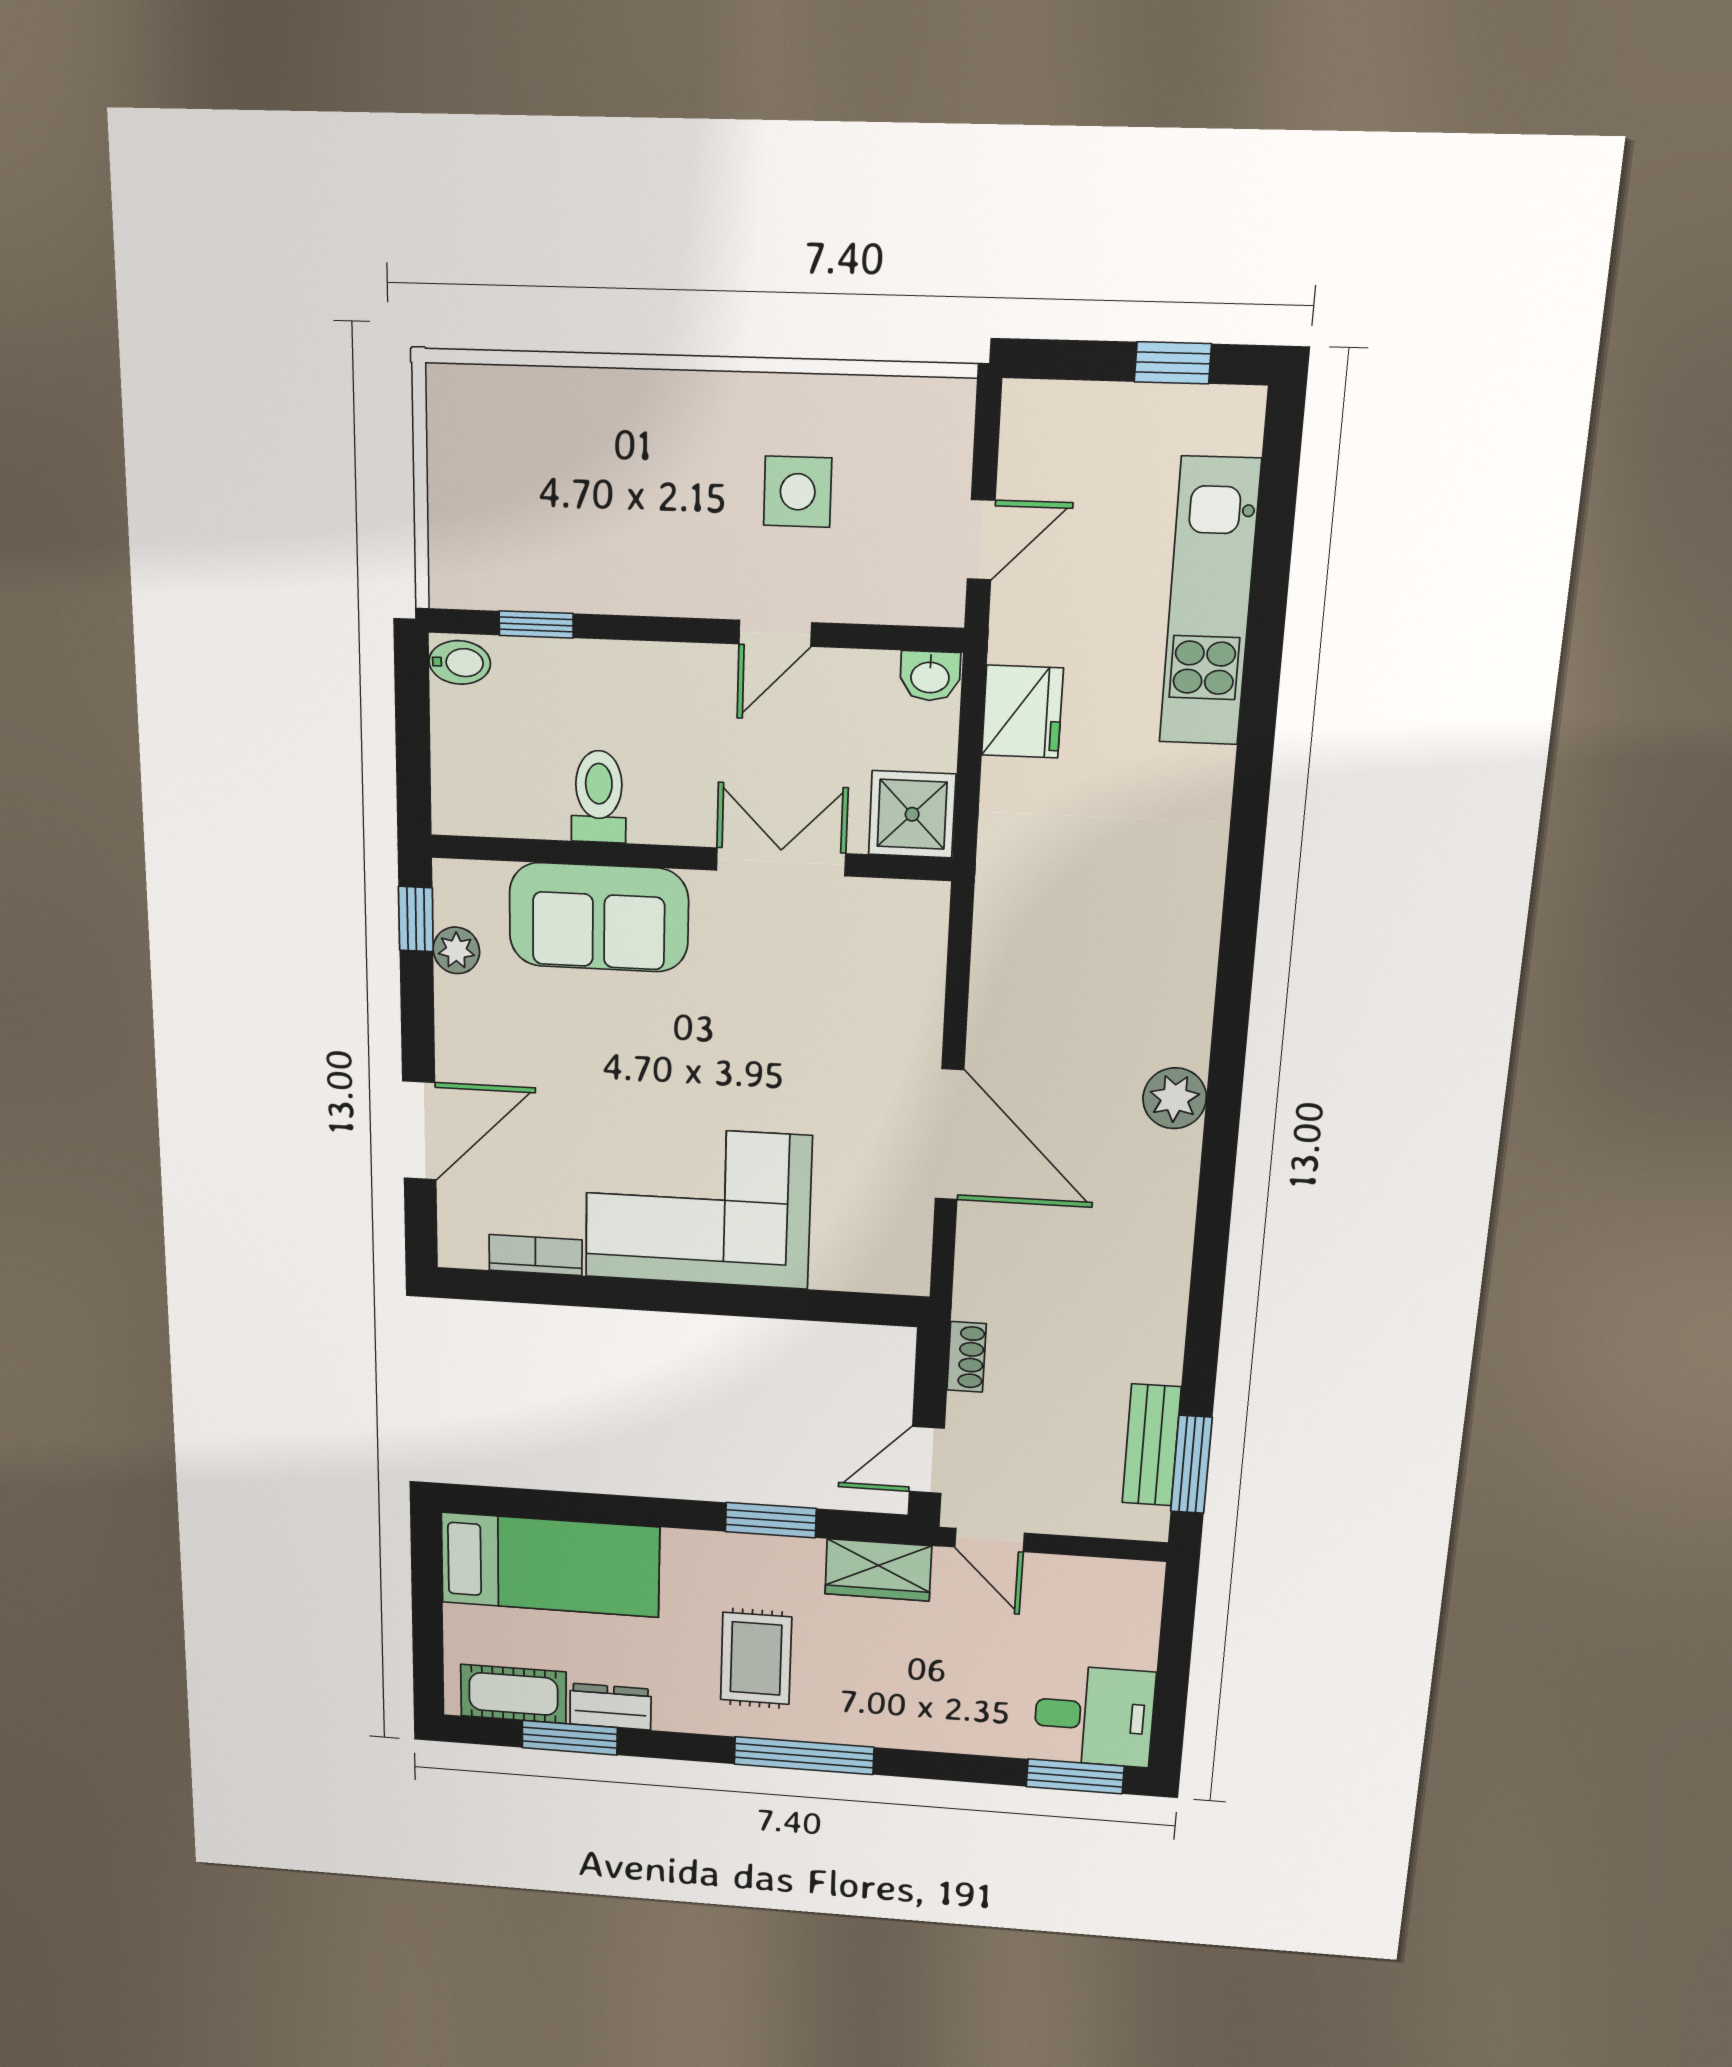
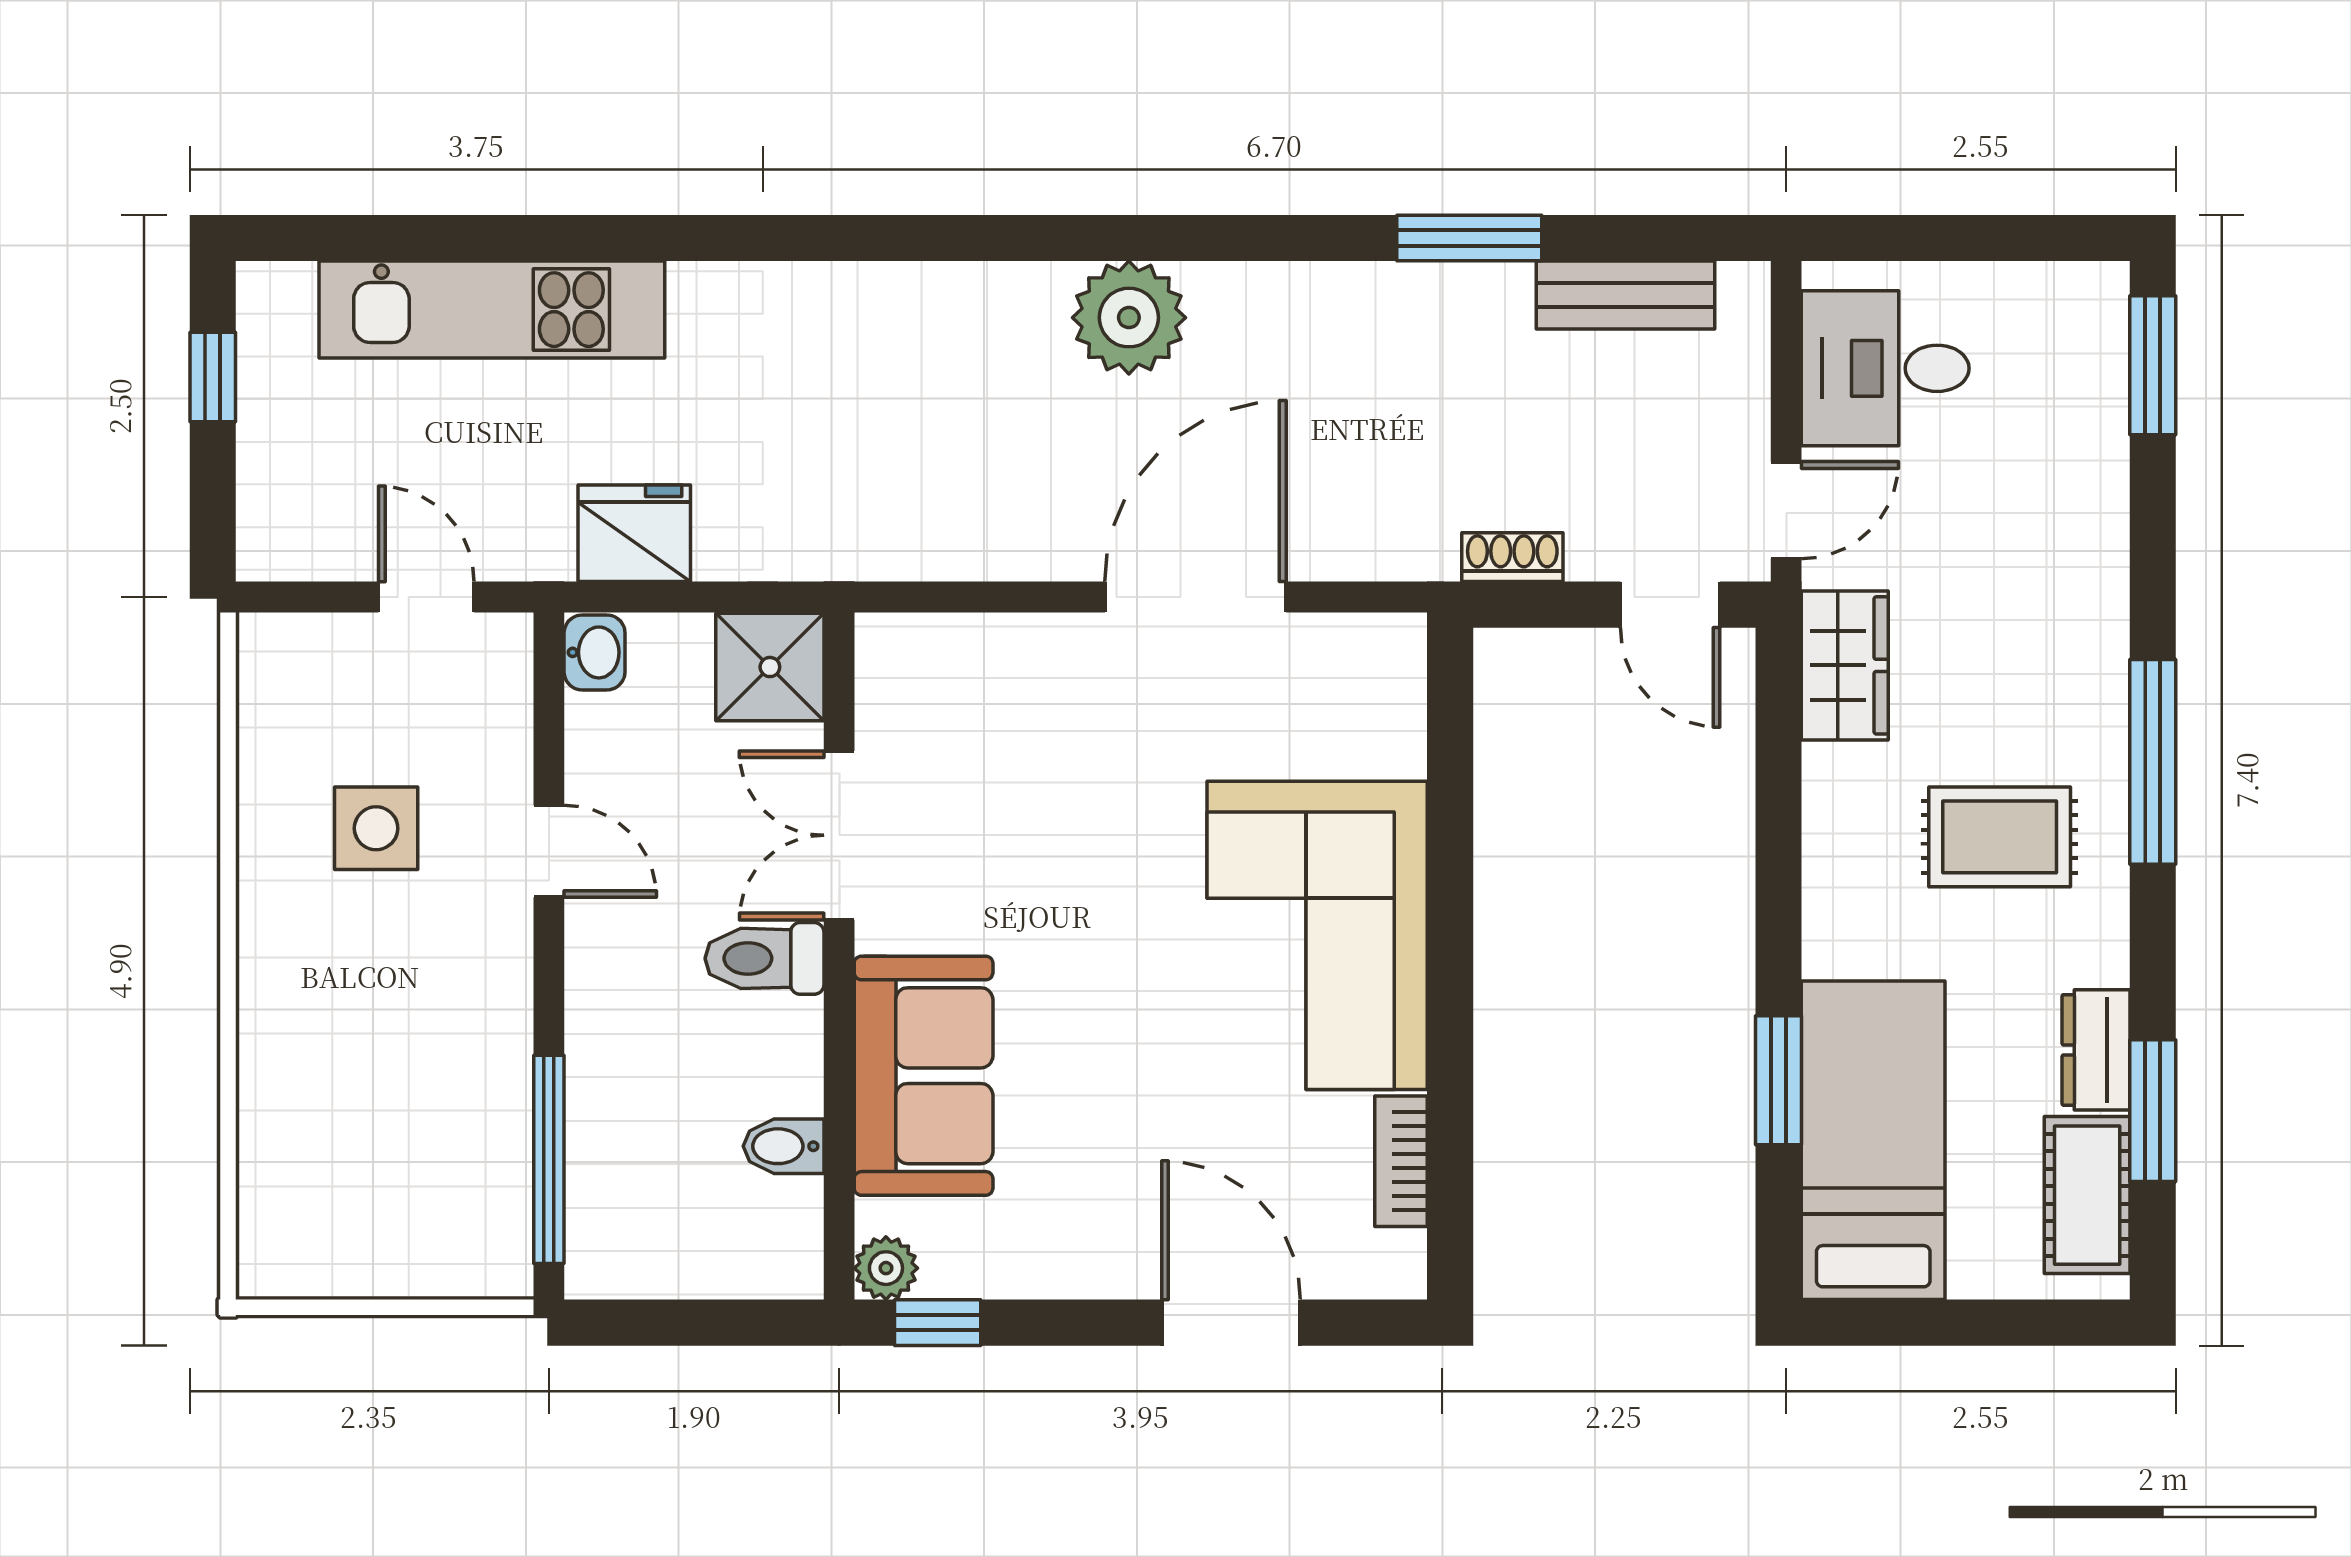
window: (536, 624) -> (549, 1159), width x2.17
bidet: (460, 662) -> (784, 1146), moved, turned -90
toilet: (599, 797) -> (764, 958), moved
plant: (456, 950) -> (886, 1268), moved
plant: (1175, 1098) -> (1129, 318), width x1.36, depth x1.36
window: (1191, 1464) -> (1469, 238), moved
window: (771, 1520) -> (1779, 1080), moved
desk: (1094, 1716) -> (1885, 368), moved, turned -90

